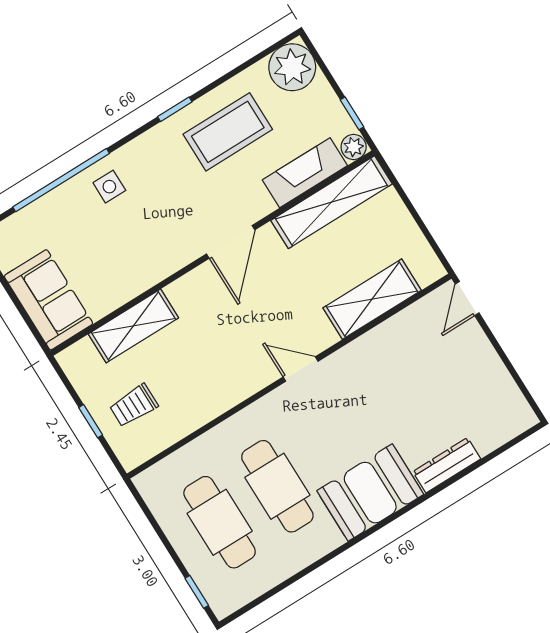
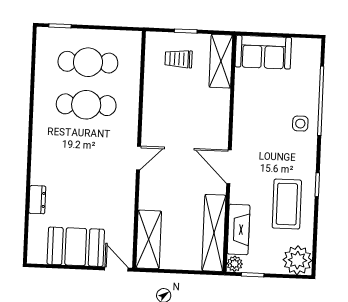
shelving: (372, 299) -> (149, 239), moved
shelving: (133, 326) -> (221, 61), moved
trolley: (134, 405) -> (179, 59), turned -90
dresser: (447, 465) -> (37, 200), width x0.70
booth: (370, 493) -> (76, 247), moved, turned 90

